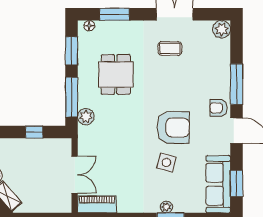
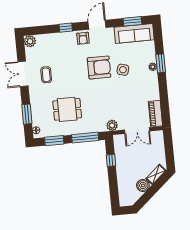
window: (237, 84) -> (66, 28), width x0.46
plant: (86, 117) -> (112, 125), moved
armchair: (173, 128) -> (99, 67), turned 90
double door: (75, 175) -> (137, 131), swing flipped

